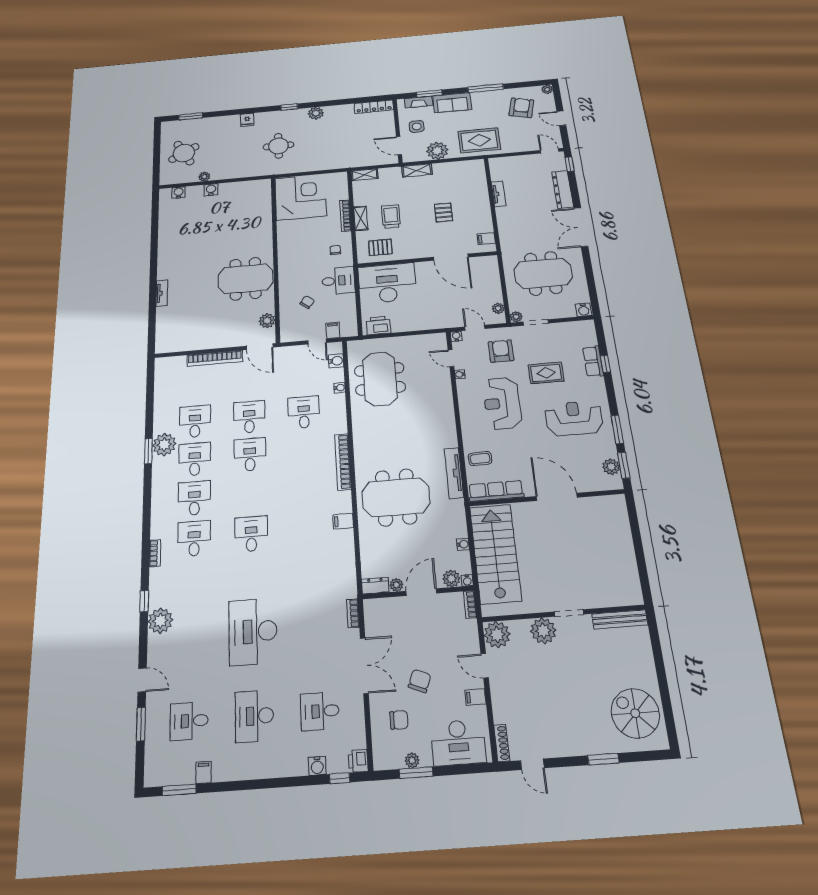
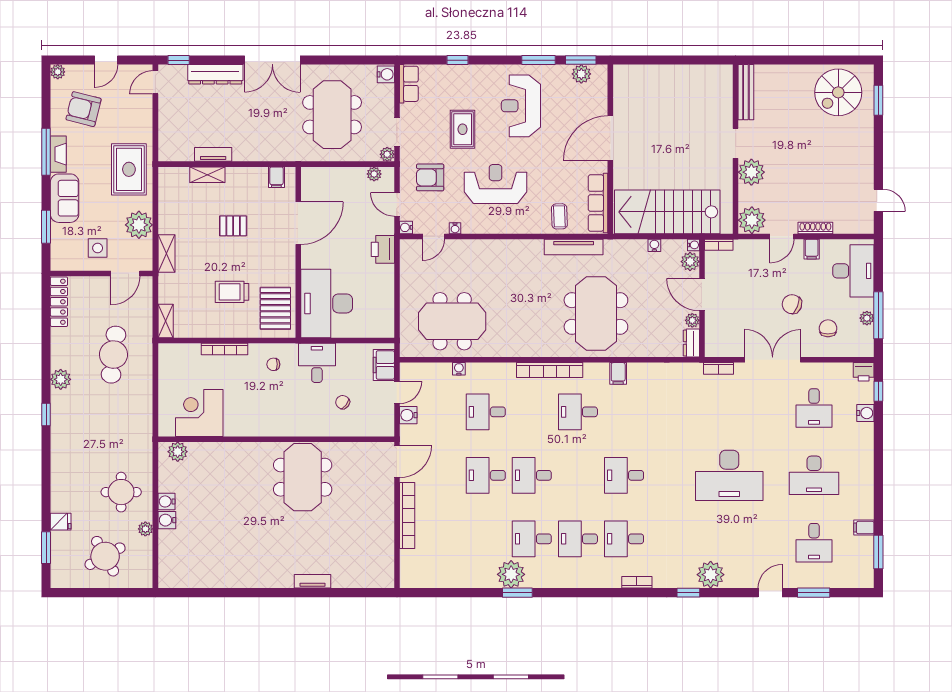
fireplace: (418, 102) -> (58, 154), moved
fridge: (247, 120) -> (61, 522), moved
cafe table: (336, 144) -> (113, 355), added
round table: (278, 146) -> (121, 492), moved
water cooler: (179, 193) -> (166, 501), moved
corner desk: (301, 197) -> (199, 413), width x0.74, depth x0.74
shelving: (361, 218) -> (207, 175), moved
pallet: (380, 247) -> (275, 308), width x1.50, depth x1.42
plant: (267, 321) -> (178, 452), moved
printer: (378, 326) -> (383, 249), moved
door: (475, 328) -> (397, 204), hinge flipped
filing cabinet: (333, 330) -> (384, 365), width x2.00
water cooler: (336, 361) -> (408, 415), moved, turned -90
row of seats: (593, 361) -> (409, 84), moved, turned -90
reception desk: (502, 403) -> (495, 184), turned 180
desk: (195, 422) -> (578, 412), moved
shoe rack: (502, 743) -> (815, 228), moved
window: (603, 759) -> (878, 100), moved
door: (532, 764) -> (878, 200), hinge flipped
window: (416, 773) -> (878, 315), width x1.44

